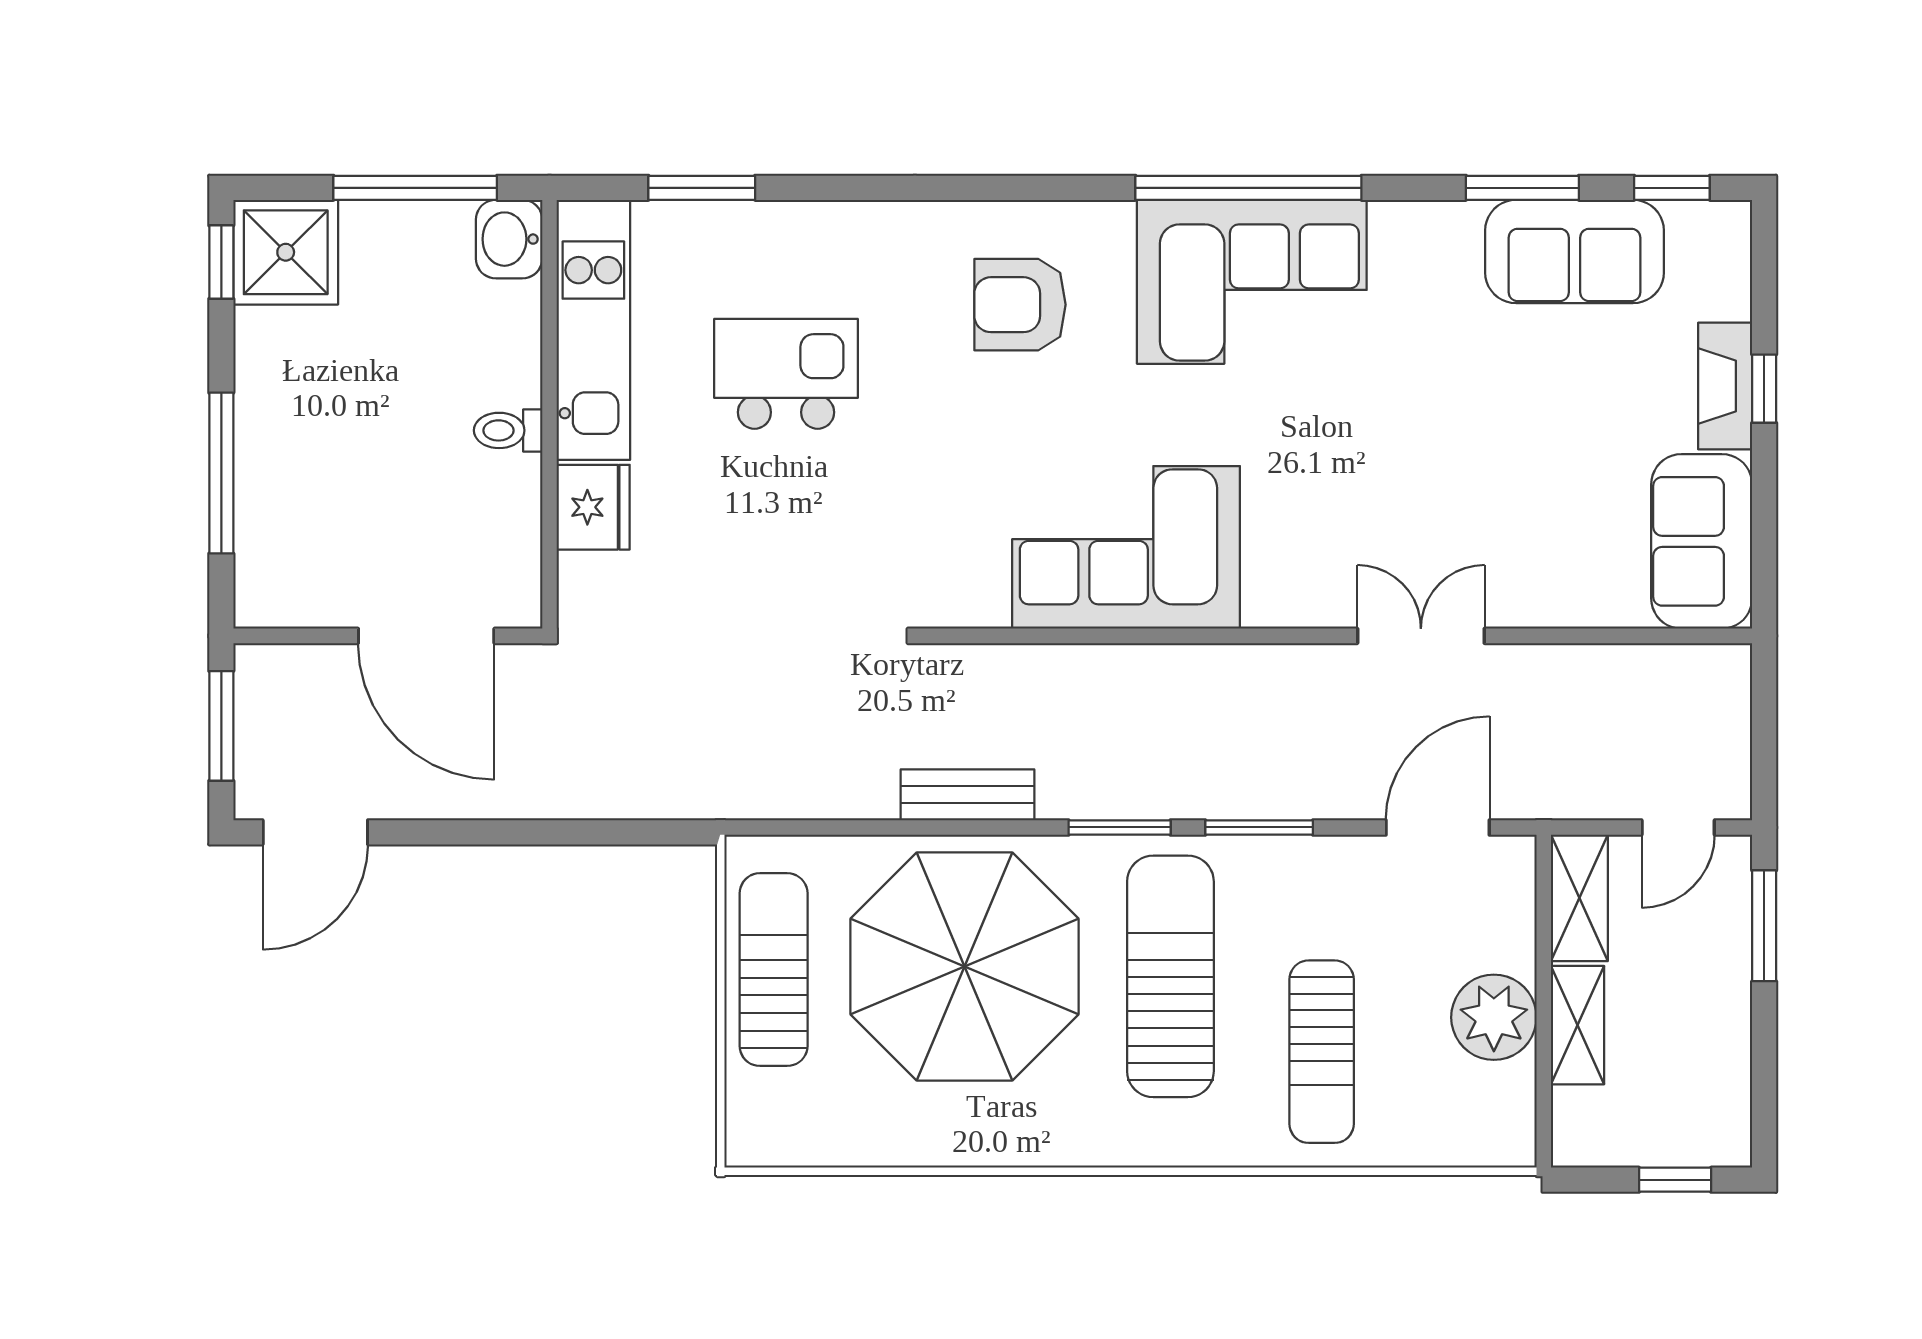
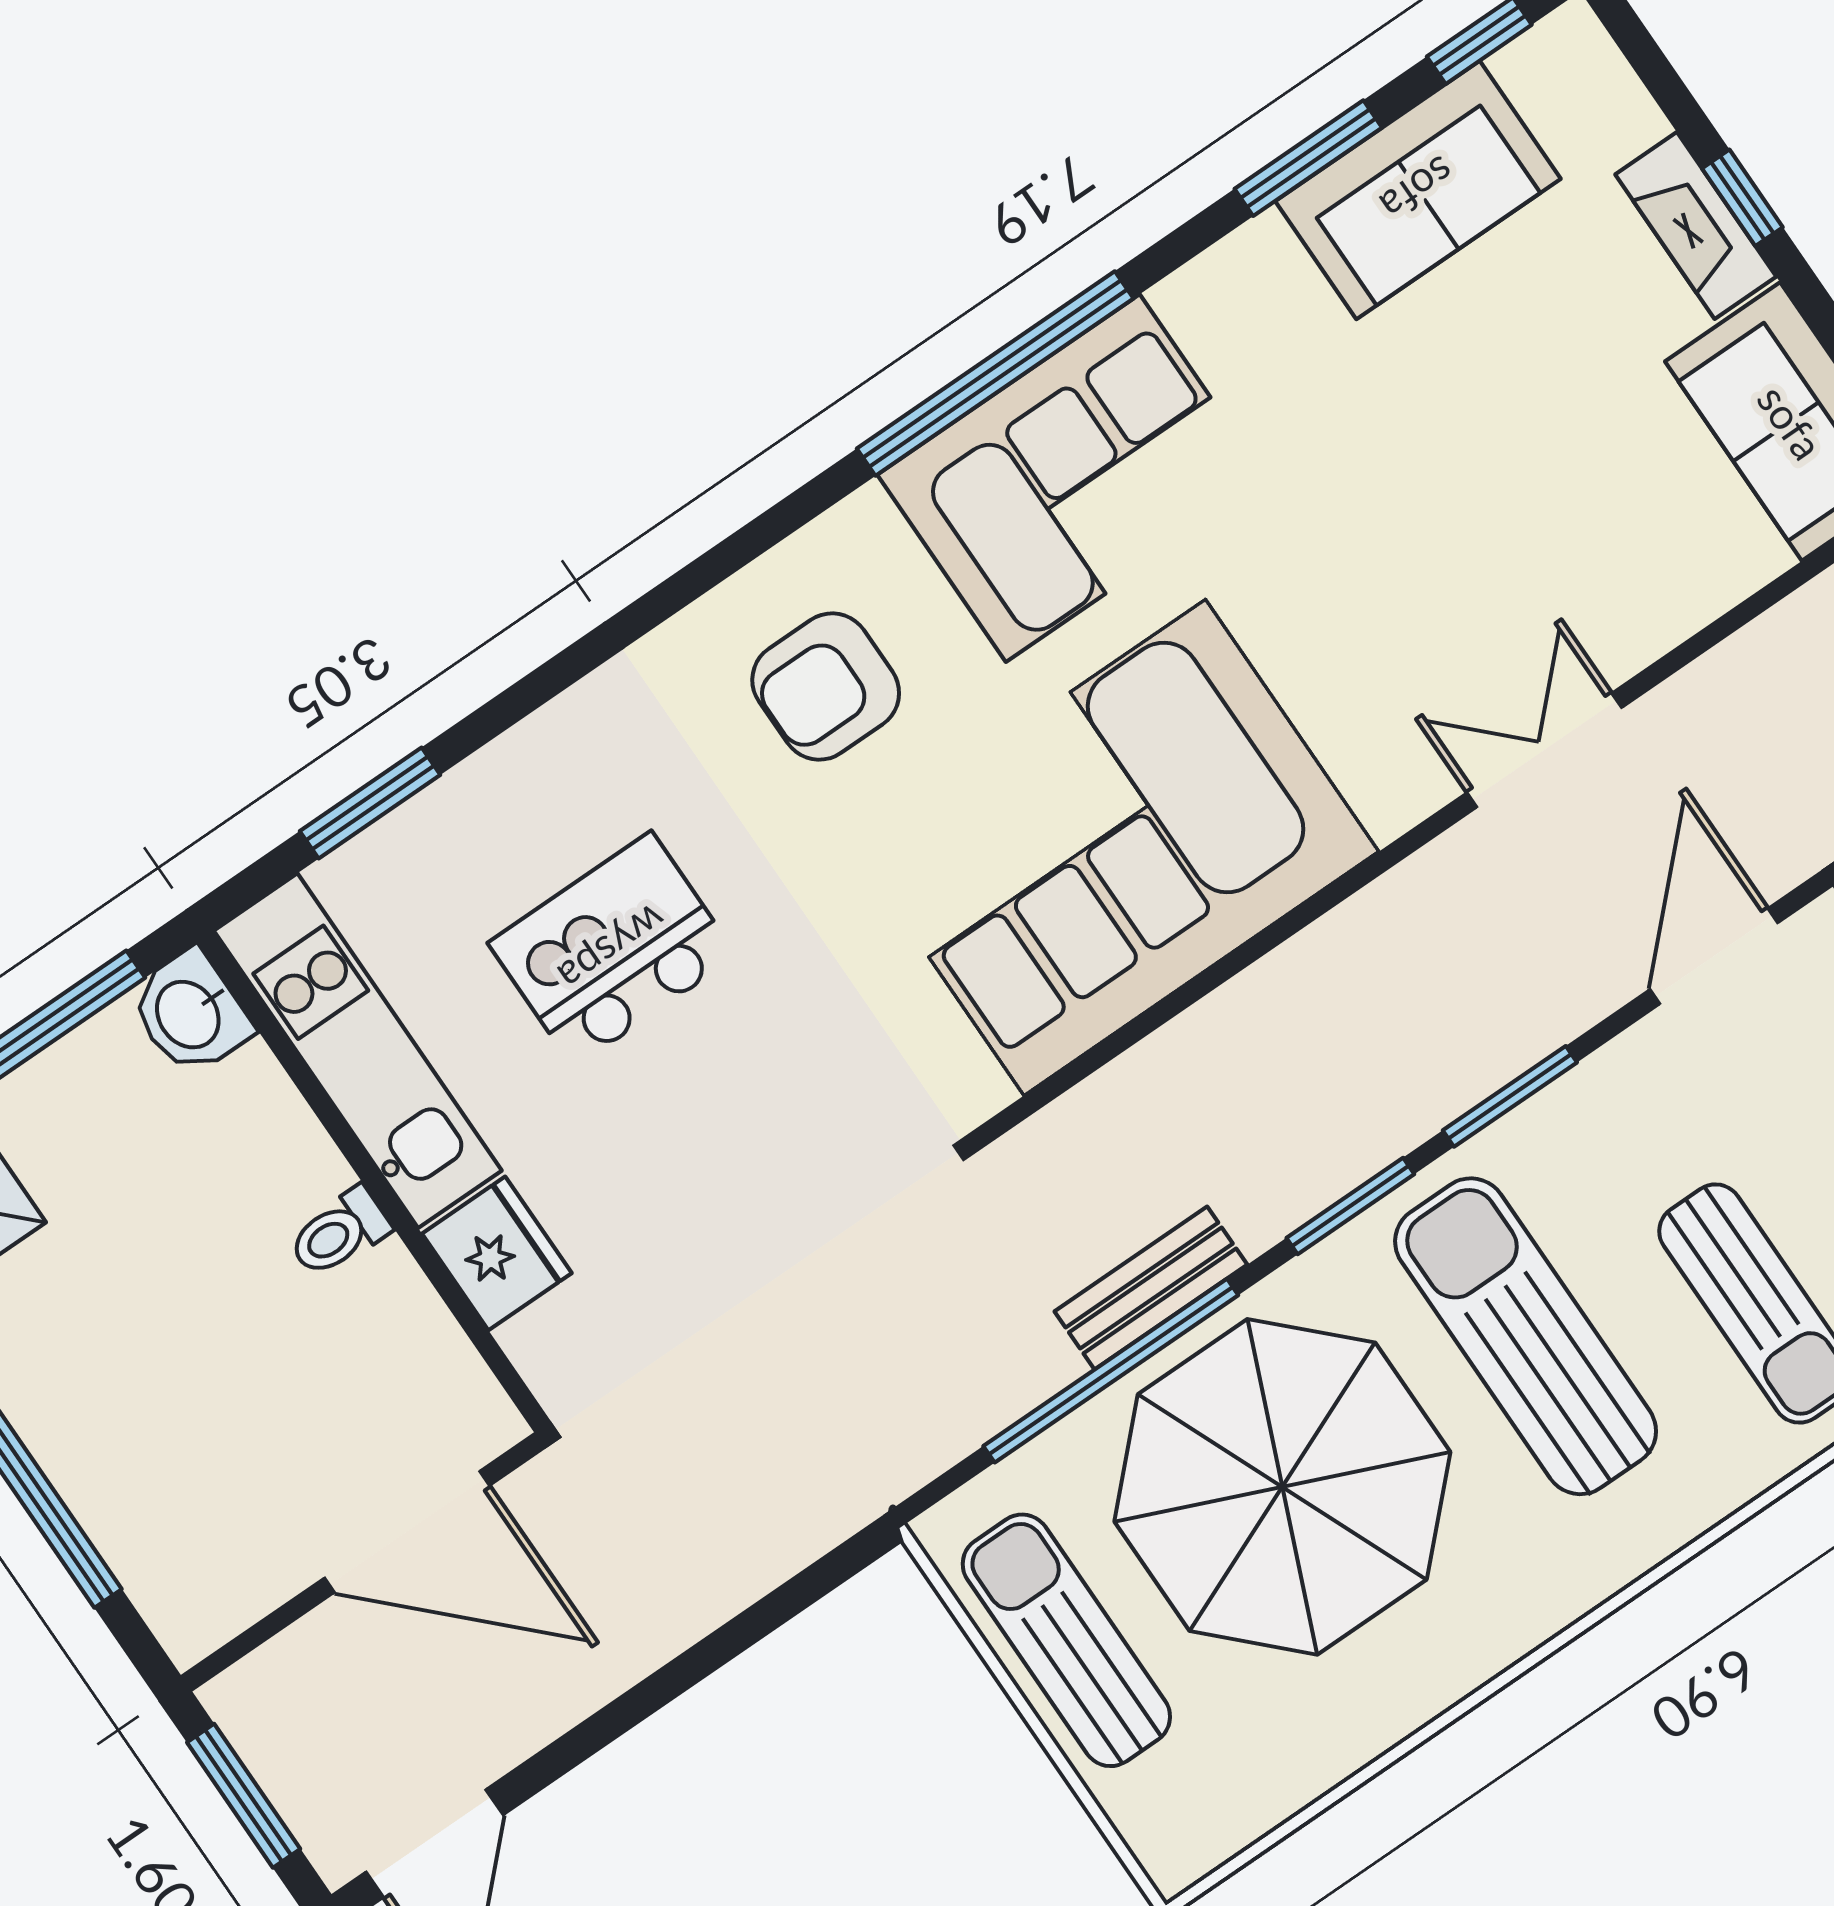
corner sofa: (1126, 547) -> (1115, 847), width x1.36, depth x1.36
window: (910, 827) -> (1111, 1371), added

